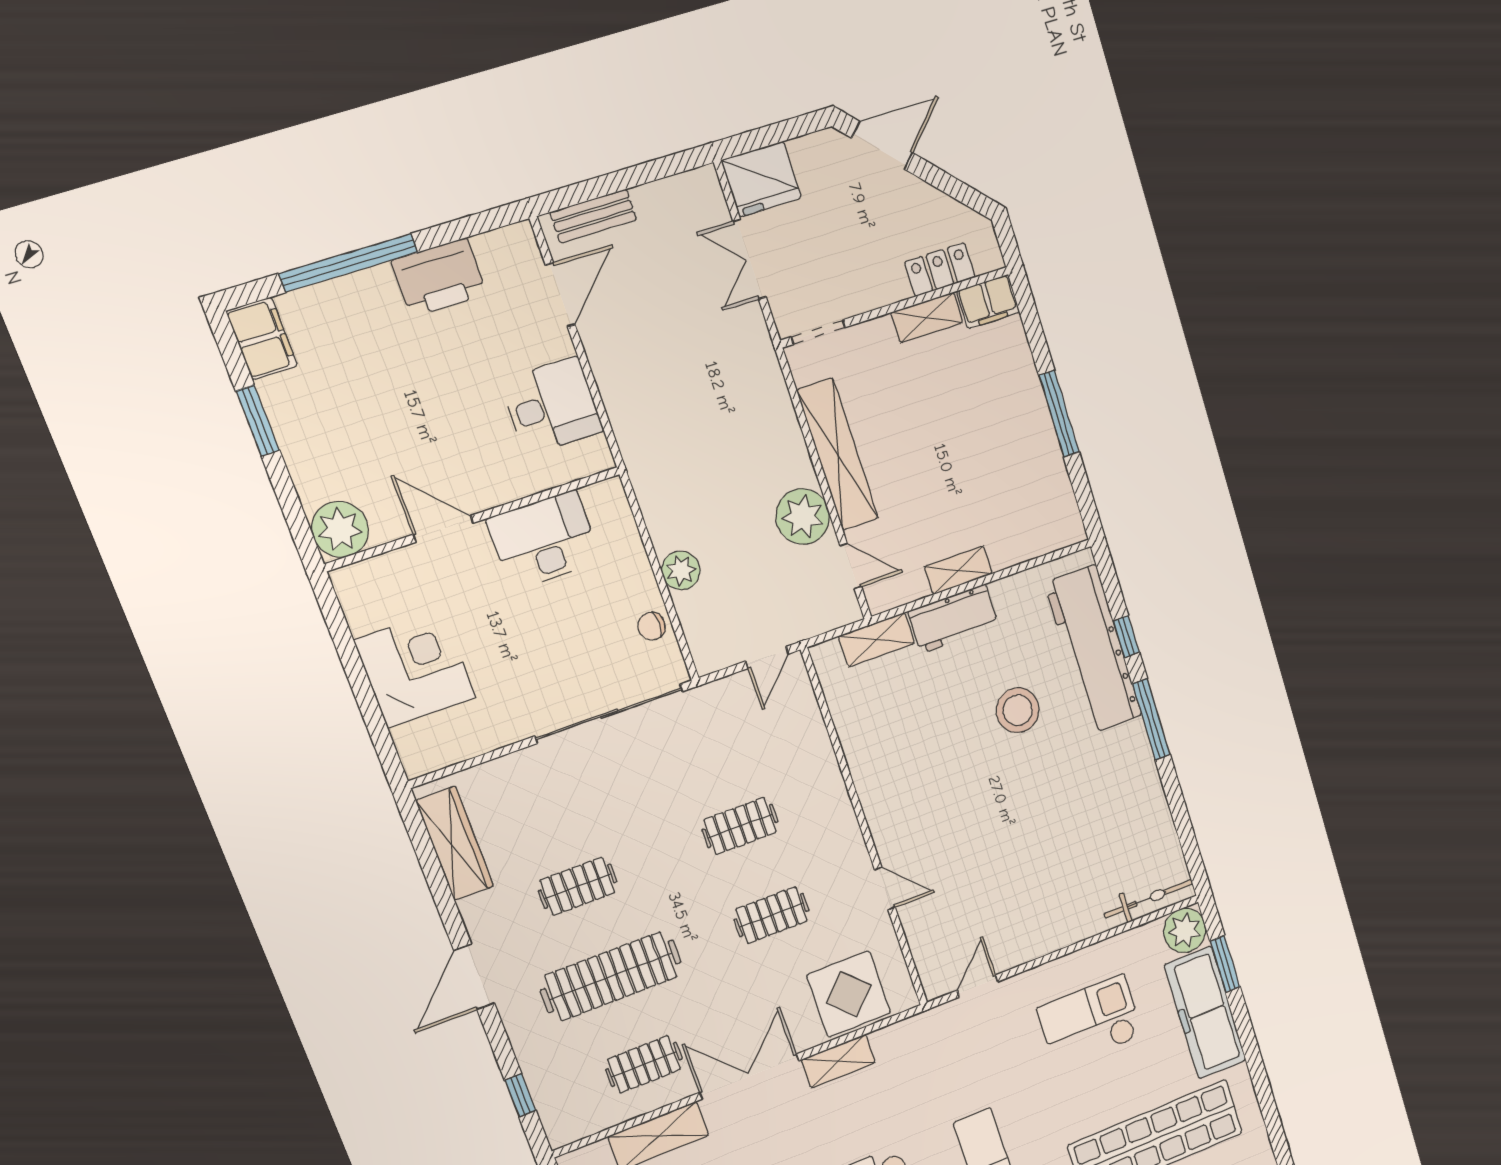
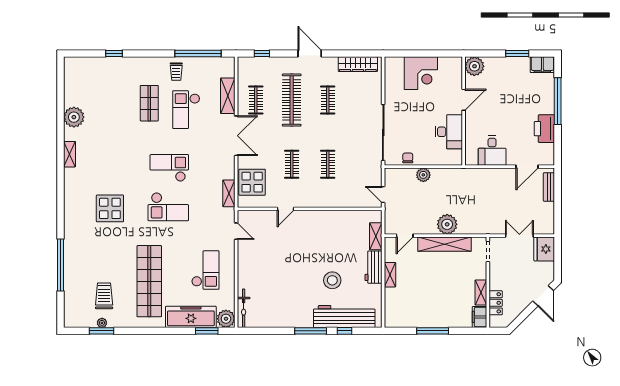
door: (560, 295) -> (527, 167), hinge flipped
plant: (803, 517) -> (447, 224), moved
shelving: (838, 1061) -> (229, 193), moved

